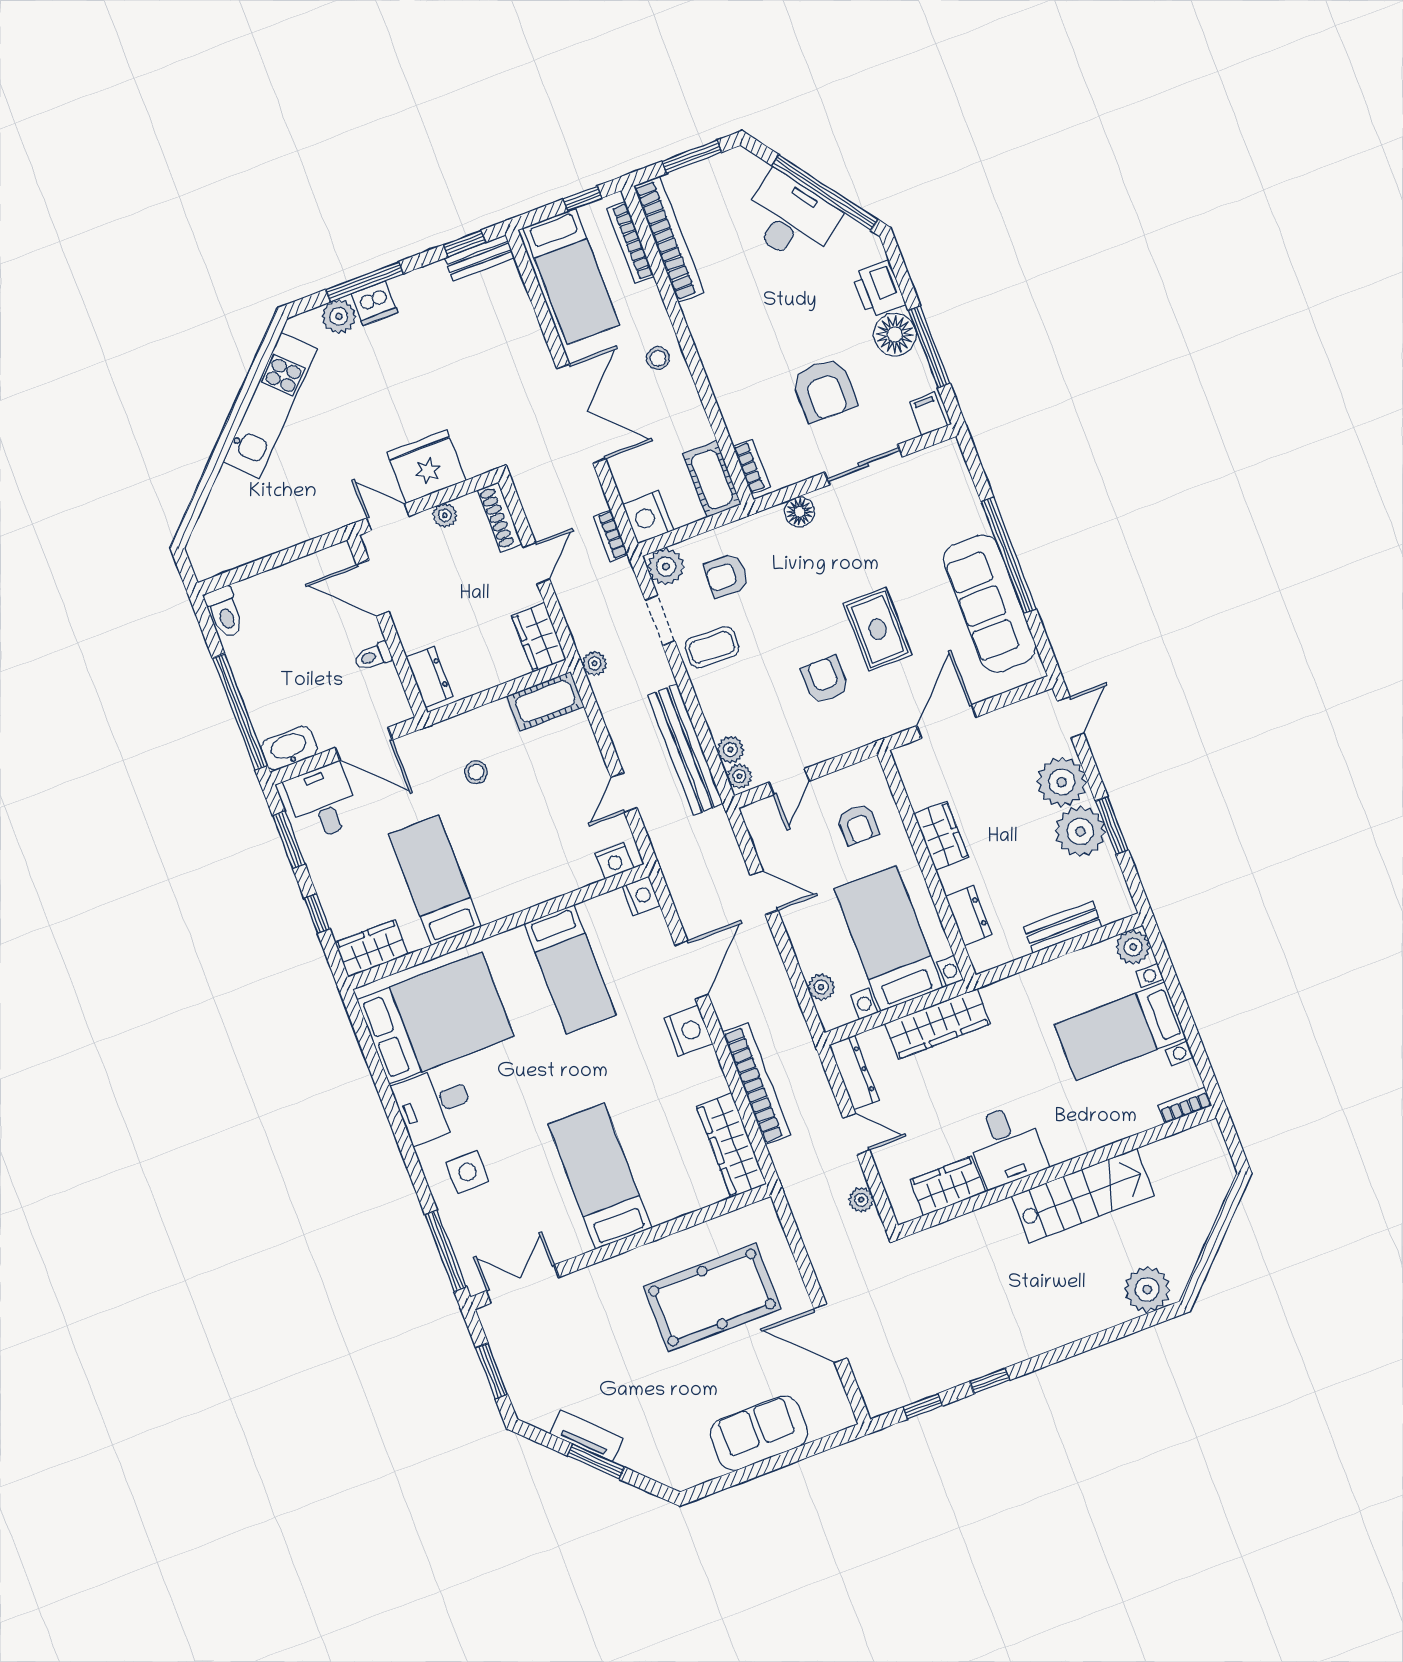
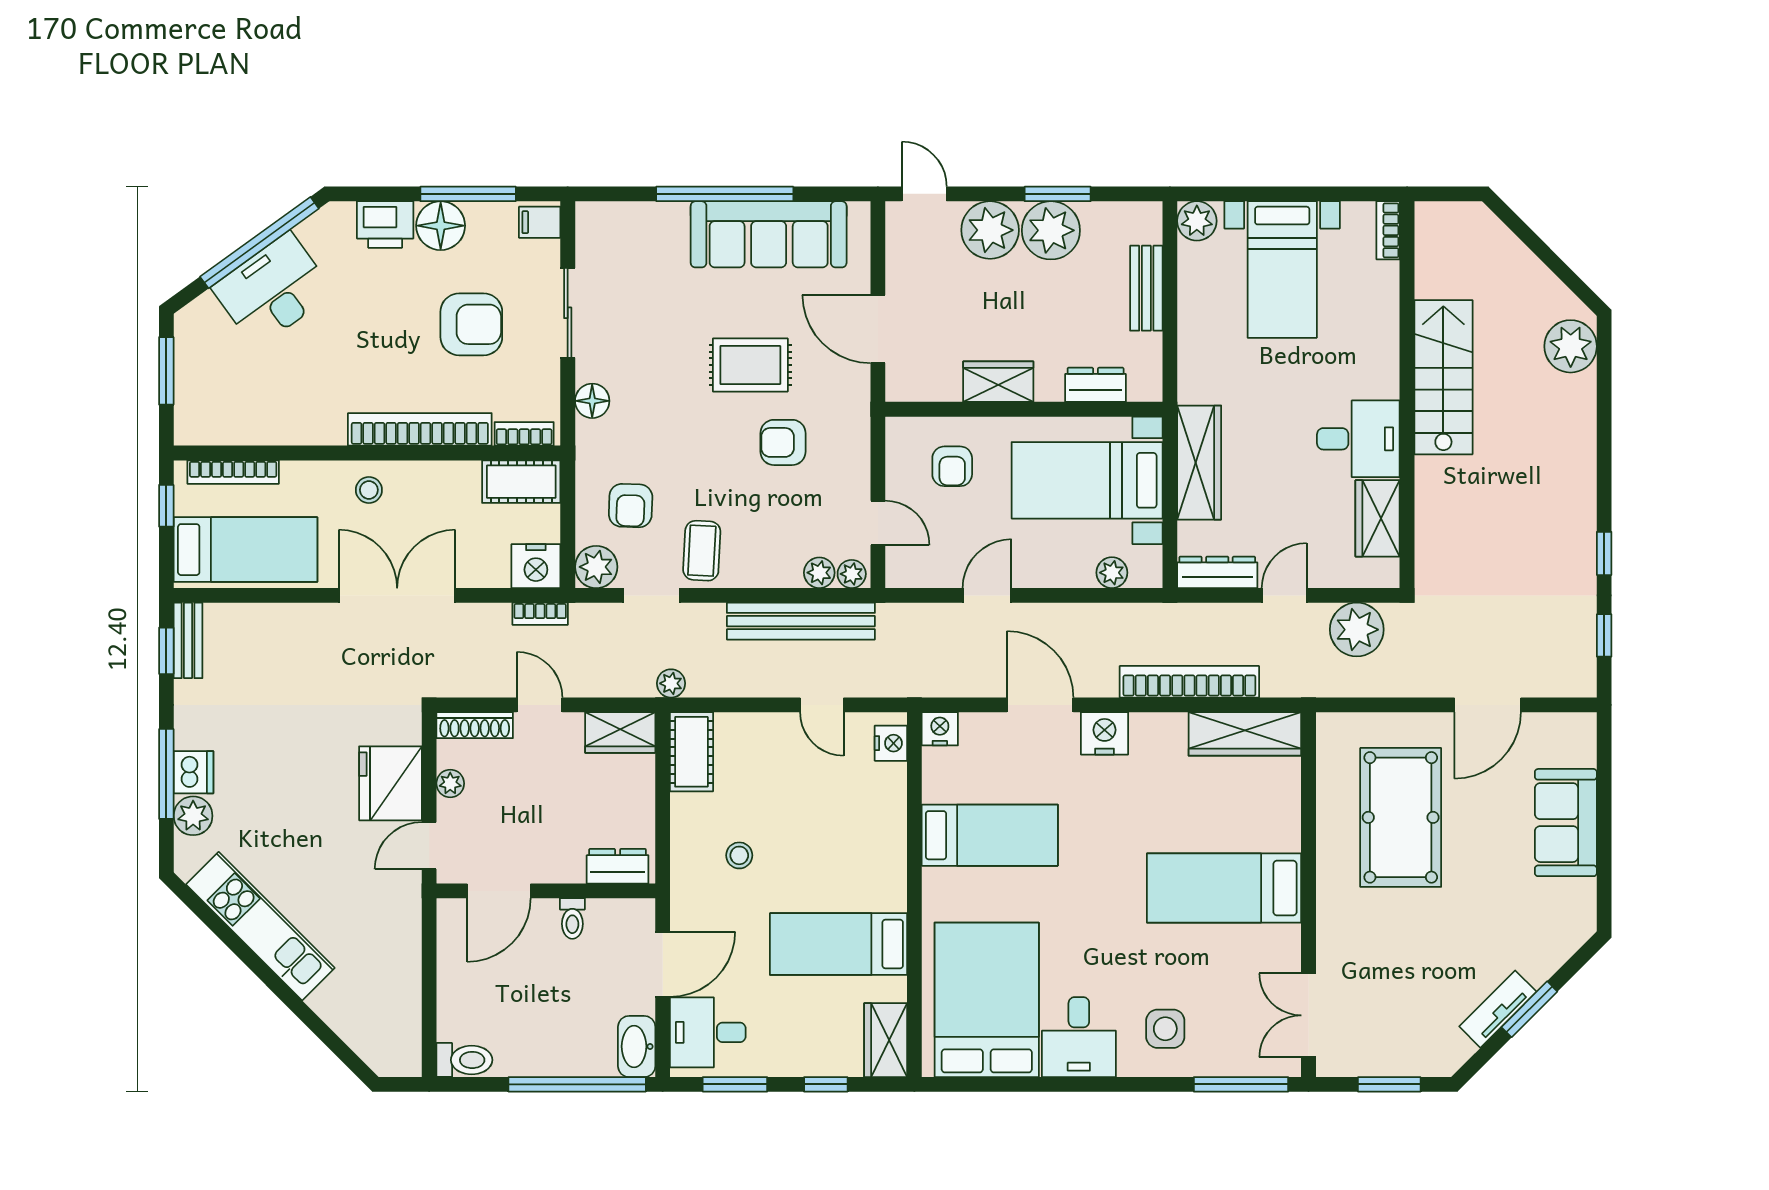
bookcase: (669, 239) -> (420, 429), moved
armchair: (858, 824) -> (952, 466), turned 90
plant: (861, 1200) -> (1357, 630), width x1.87, depth x1.87

